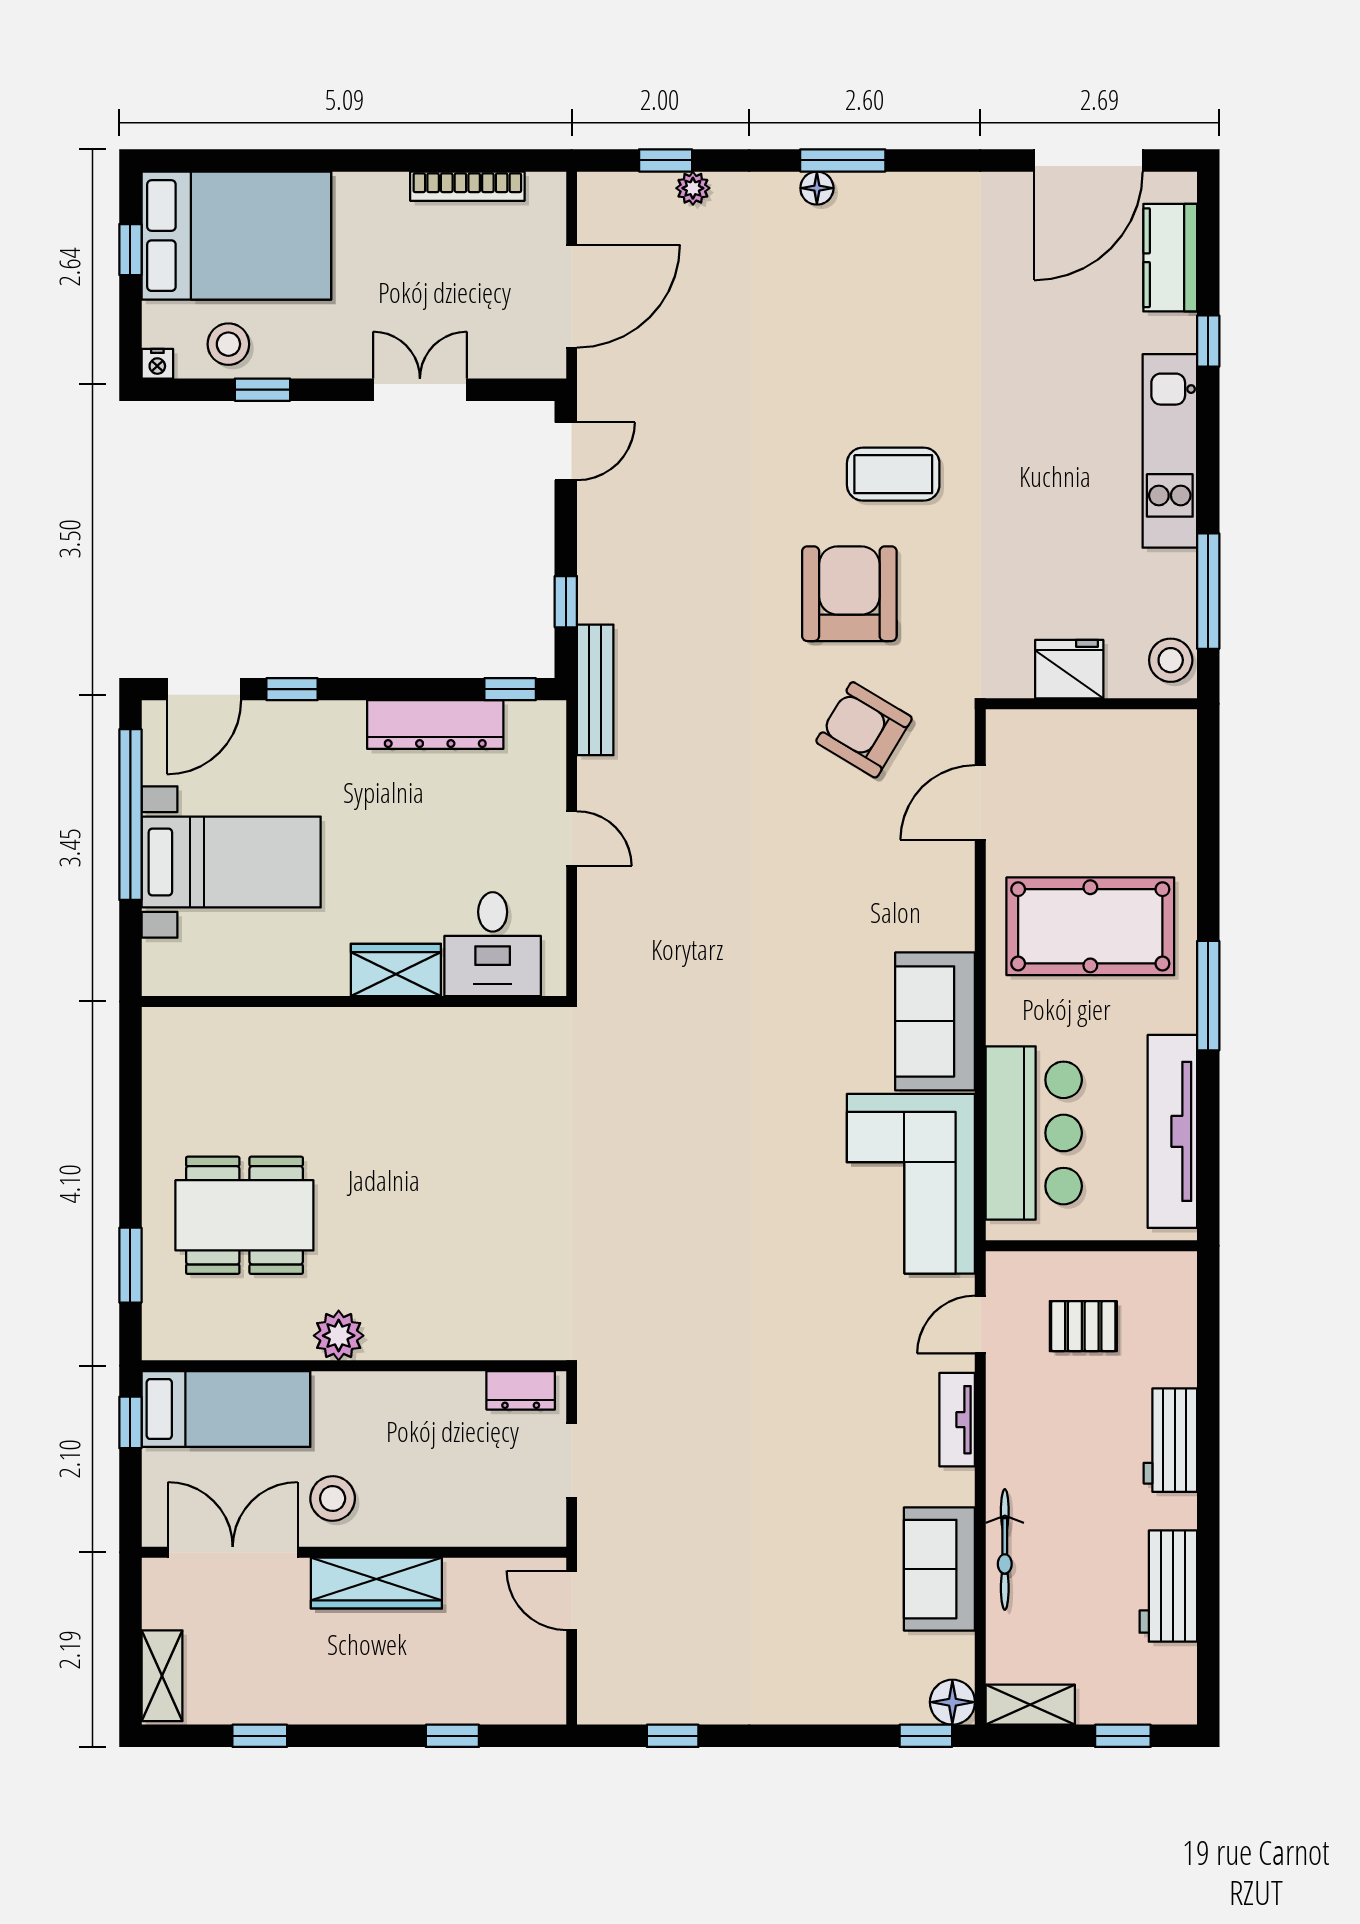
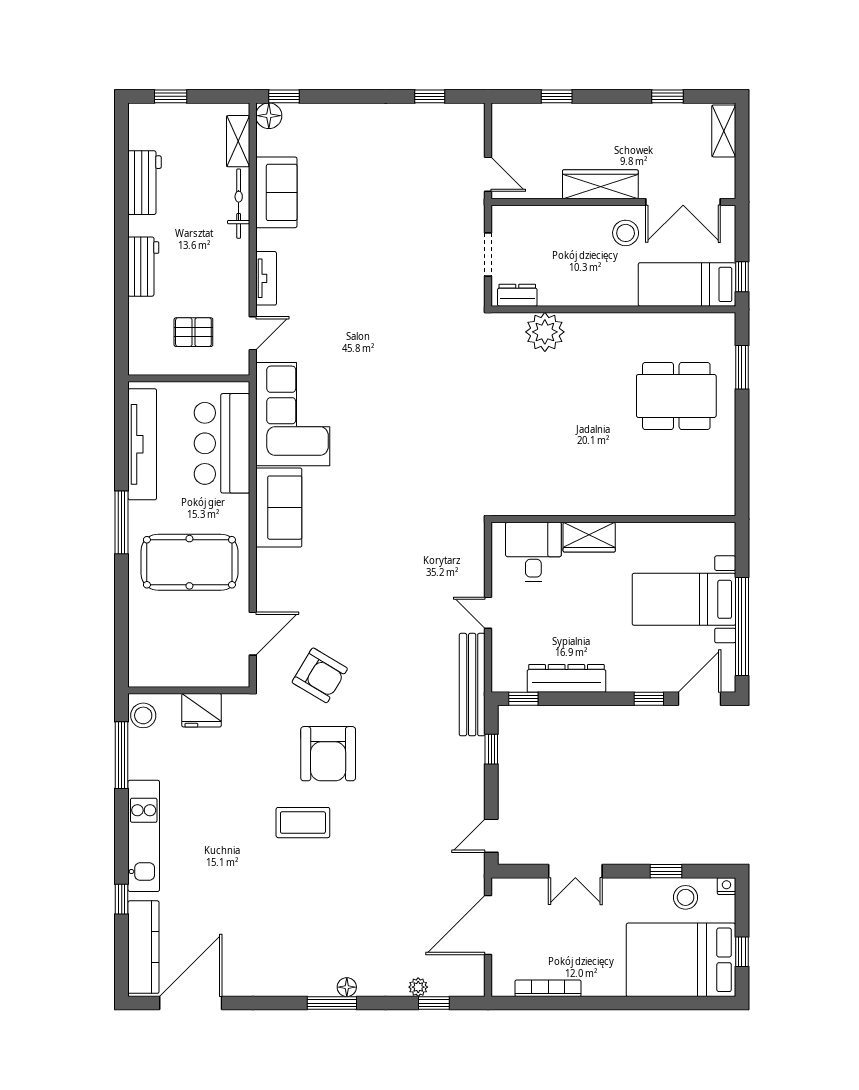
kitchen counter: (1170, 258) -> (143, 947), width x1.50
bench: (595, 690) -> (472, 685), width x1.37, depth x1.21
plant: (339, 1336) -> (545, 332), moved, width x1.36, depth x1.36
shelving: (1030, 1705) -> (238, 141), moved, turned 90

